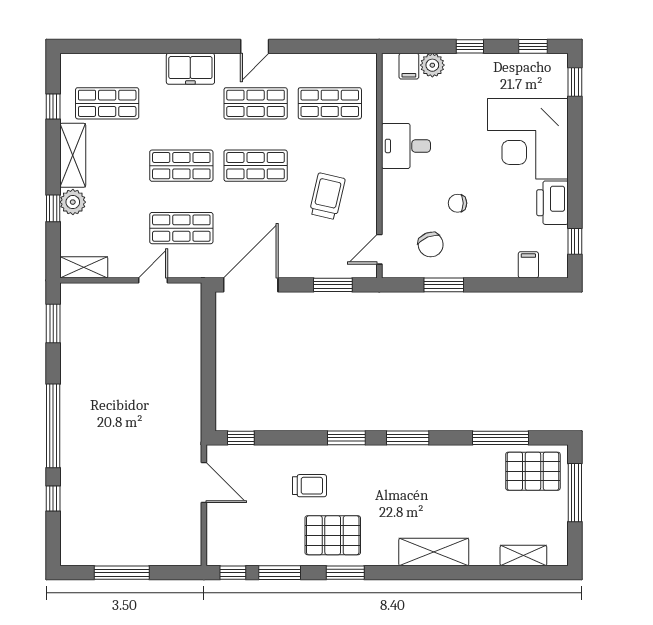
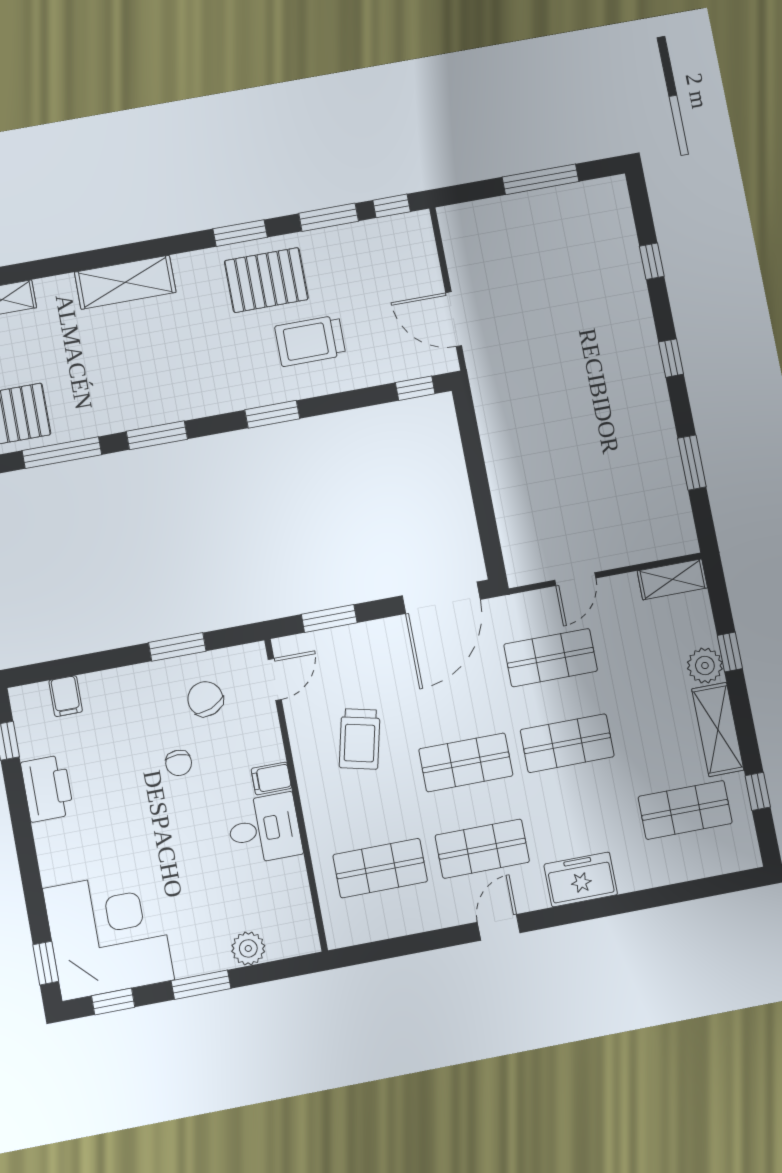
window: (470, 46) -> (201, 985), width x1.50
filing cabinet: (409, 66) -> (271, 778), moved, turned -90
corner desk: (528, 139) -> (108, 934), moved
chair: (458, 203) -> (179, 763), turned 90
window: (53, 323) -> (692, 463), moved
window: (53, 426) -> (671, 358), width x0.32
window: (408, 438) -> (157, 435), moved
trolley: (309, 486) -> (310, 341), width x1.36, depth x1.39

